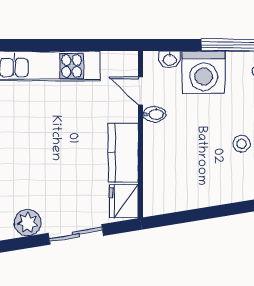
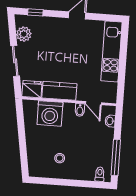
washing machine: (204, 72) -> (50, 113), moved, turned -90
door: (140, 91) -> (93, 103), swing flipped

